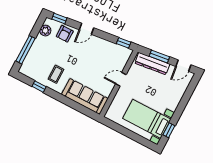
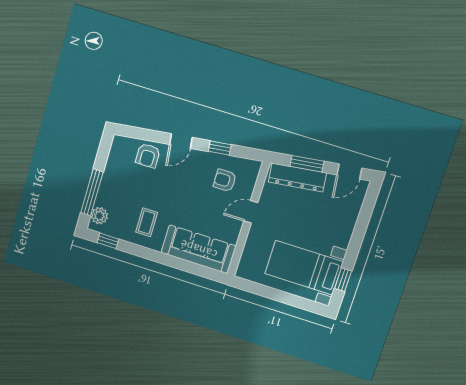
window: (59, 18) -> (135, 133), removed
plant: (45, 31) -> (99, 216), moved
window: (124, 43) -> (220, 148), moved
armchair: (109, 57) -> (225, 180), added
window: (39, 87) -> (108, 241), moved

